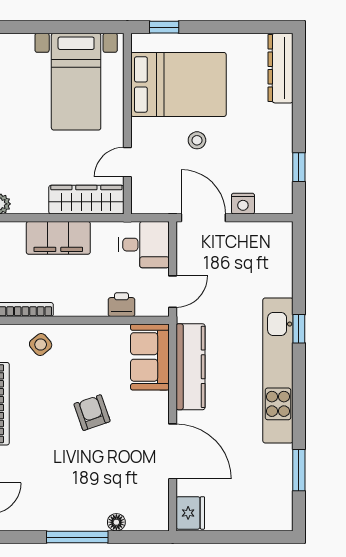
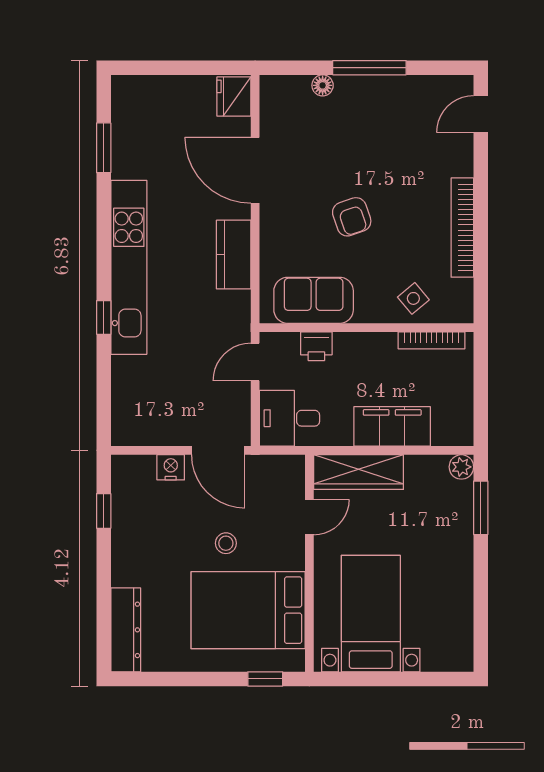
sofa: (150, 357) -> (314, 300), moved, turned -90
kitchen counter: (191, 367) -> (234, 255), width x0.67

